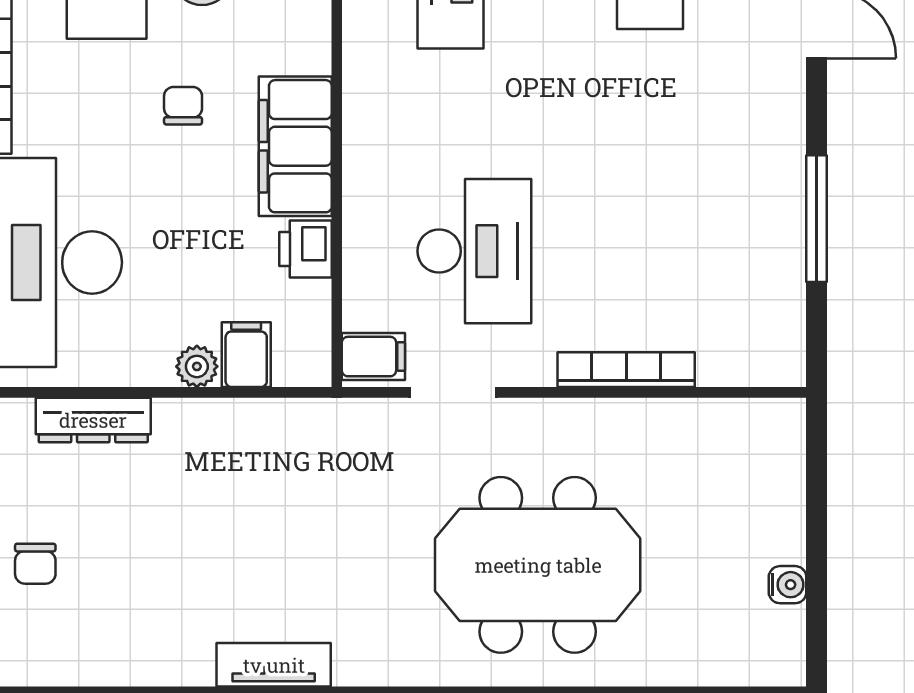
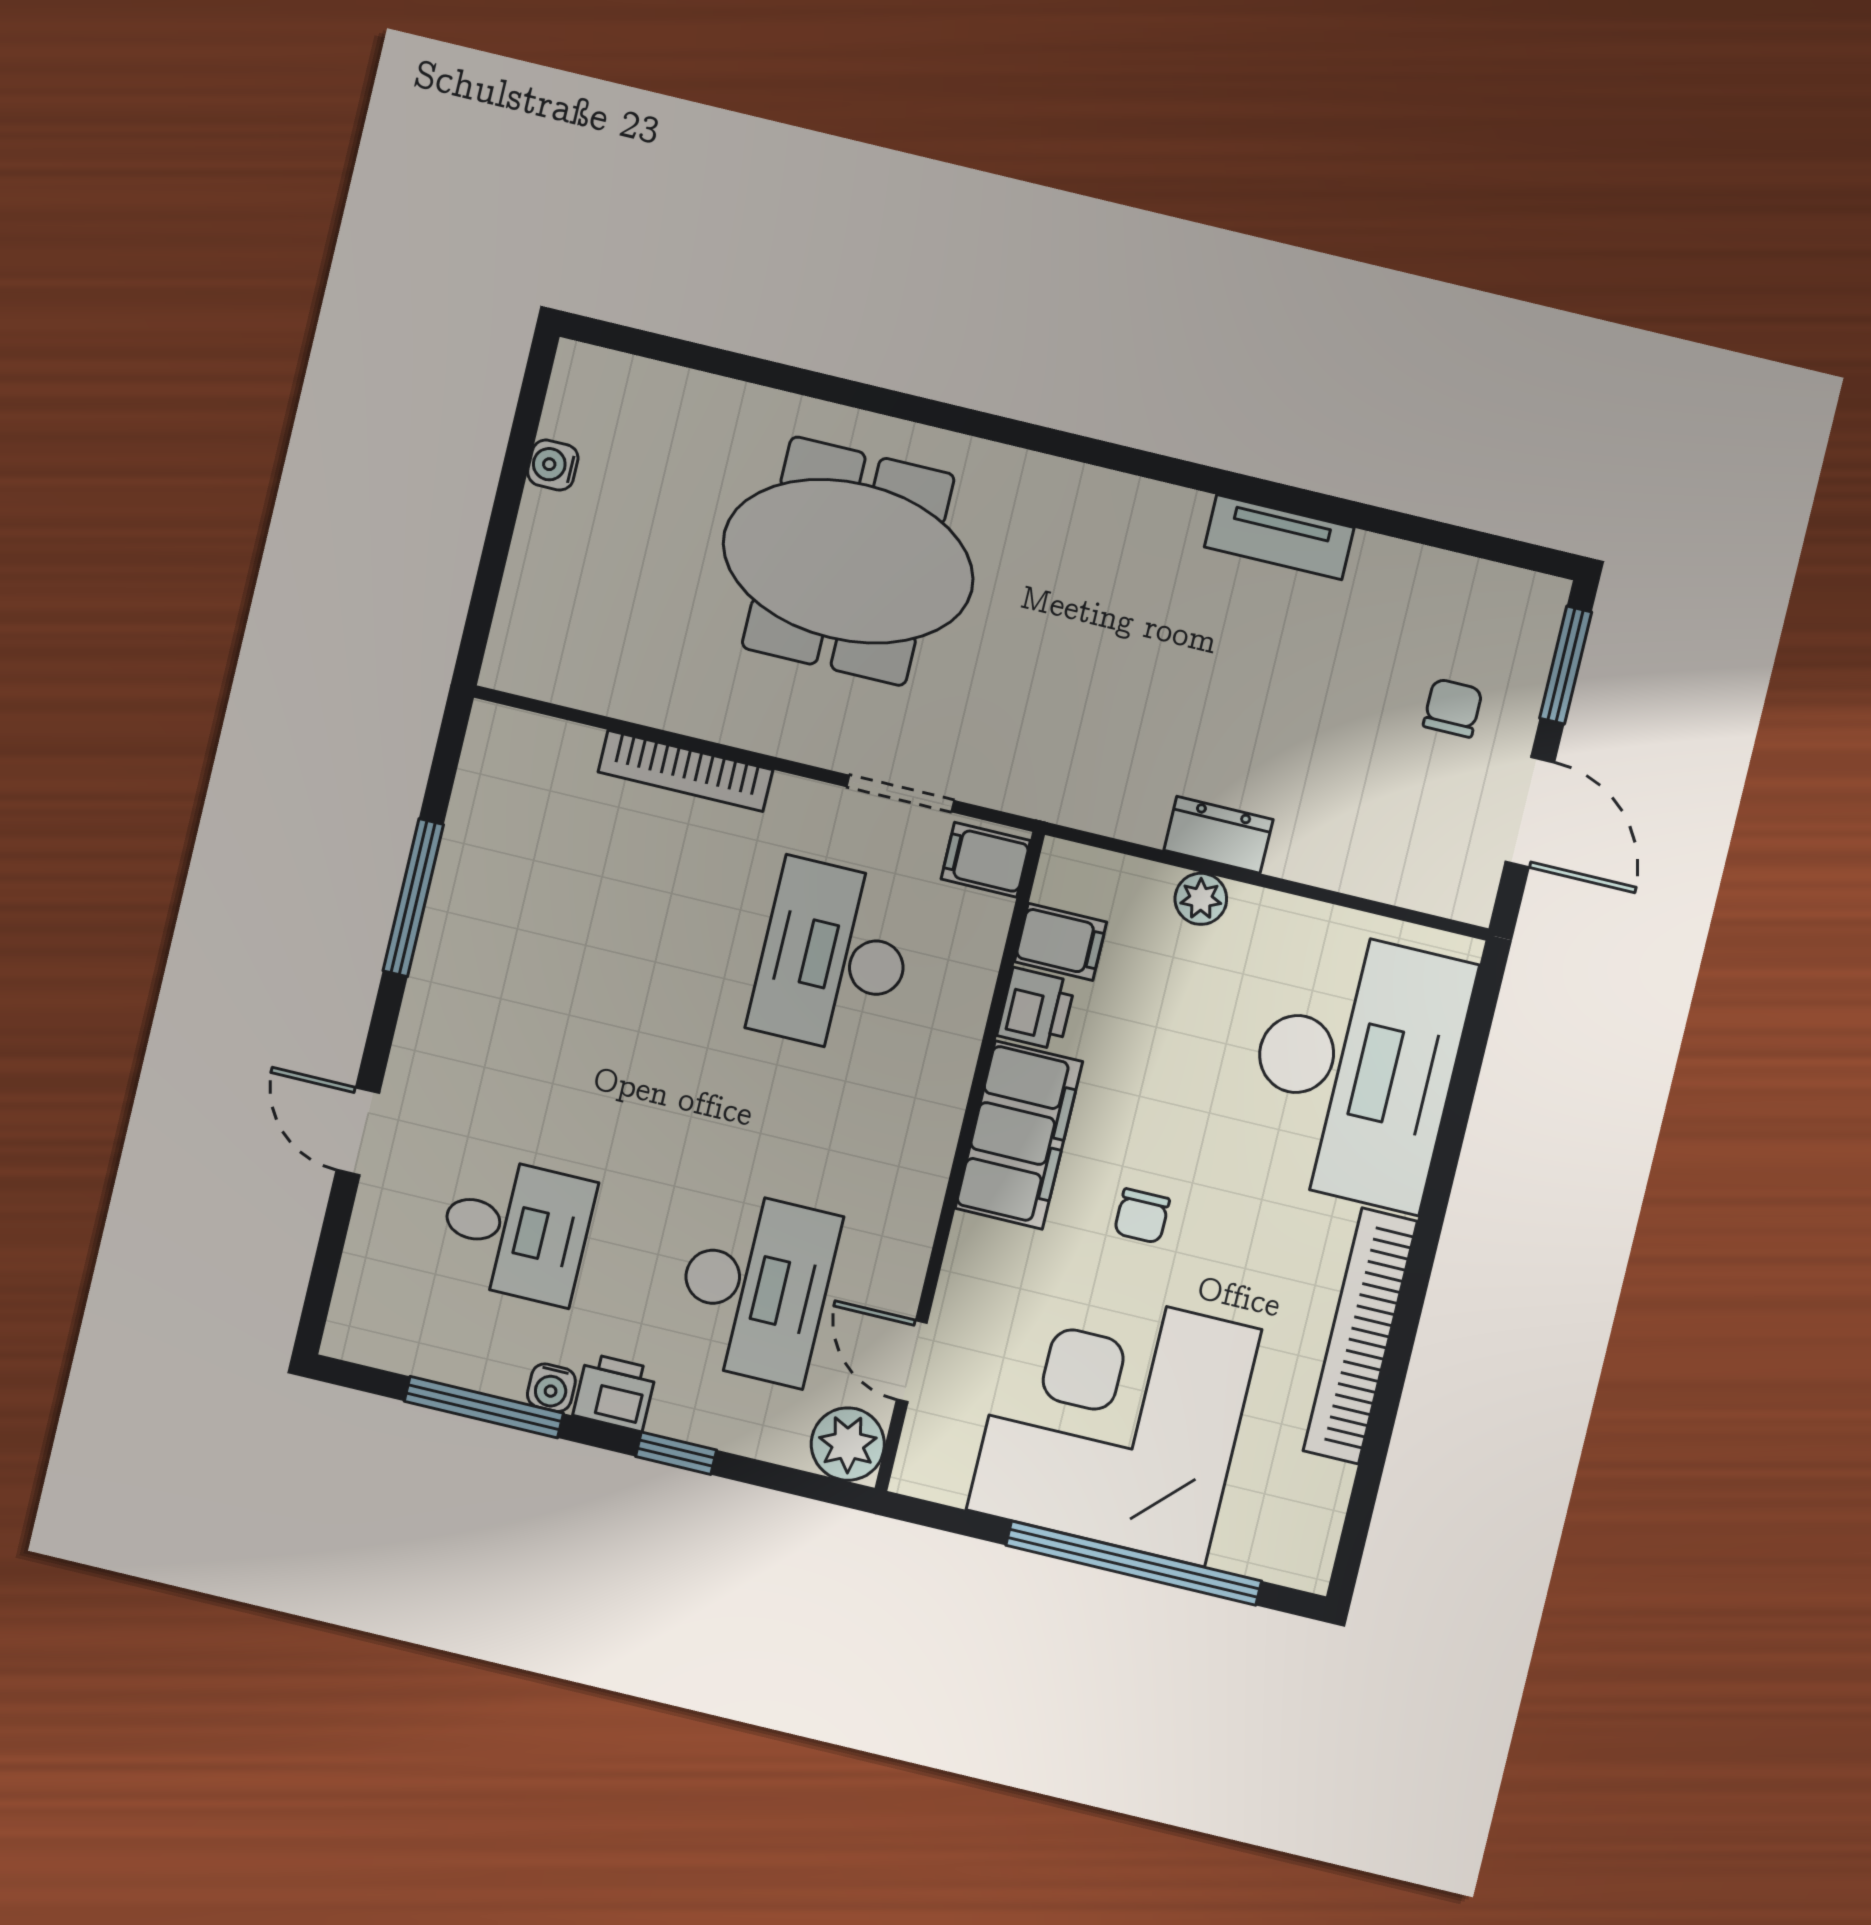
filing cabinet: (246, 355) -> (1061, 942), moved, turned -90
dresser: (93, 420) -> (1218, 835), moved, width x0.70
tv unit: (274, 665) -> (1279, 537), moved

